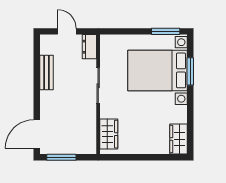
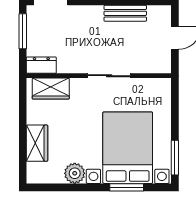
dresser: (89, 47) -> (41, 65), moved
plant: (179, 114) -> (75, 173), added
wardrobe: (178, 139) -> (37, 143), moved, turned 90

